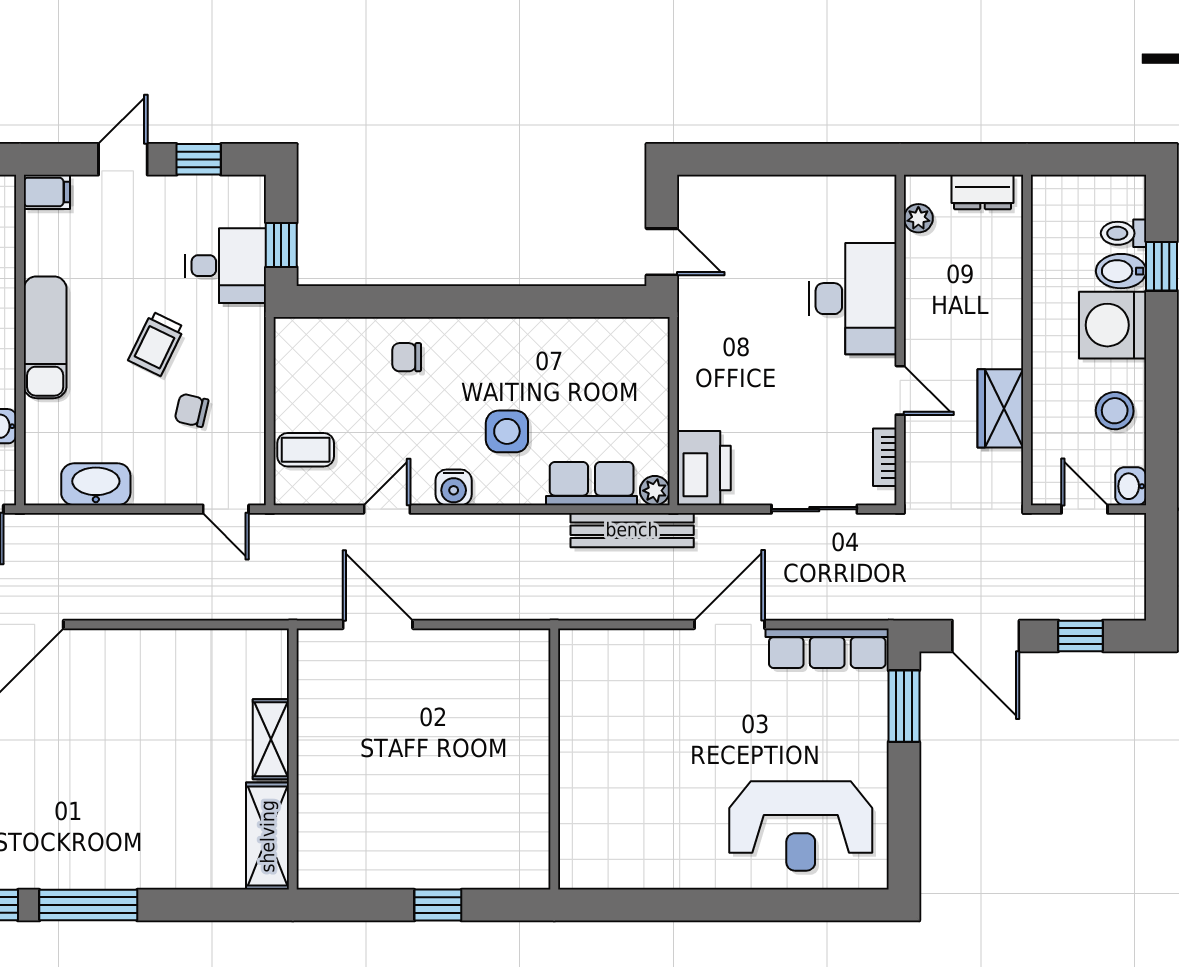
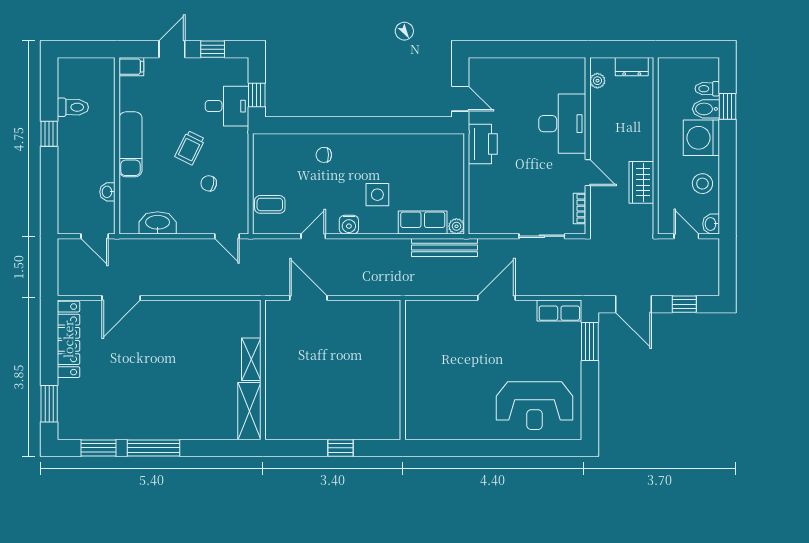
printer: (704, 468) -> (483, 144), moved
row of seats: (827, 648) -> (559, 311), width x0.68

